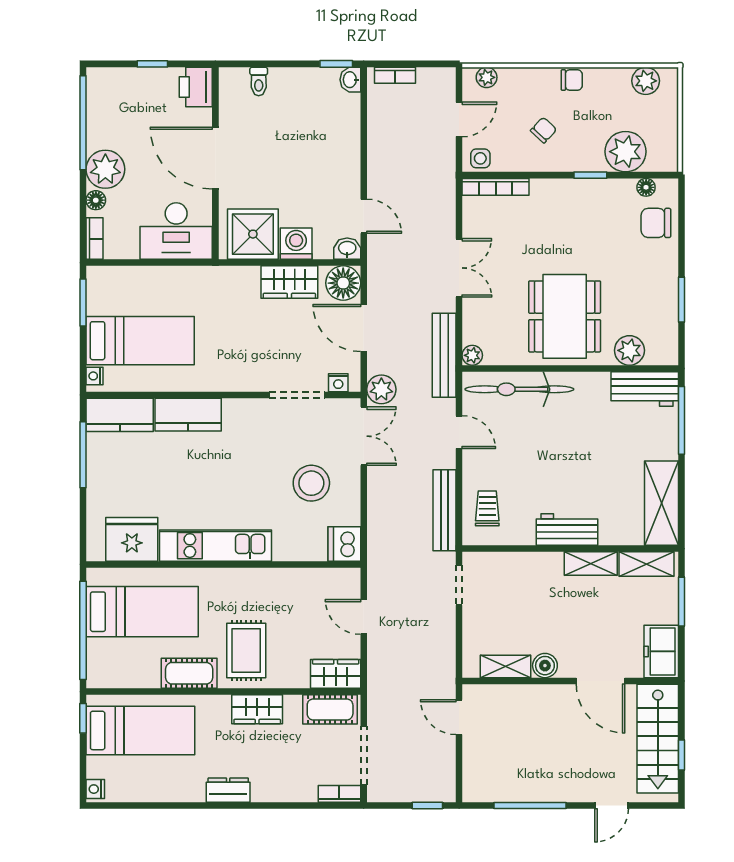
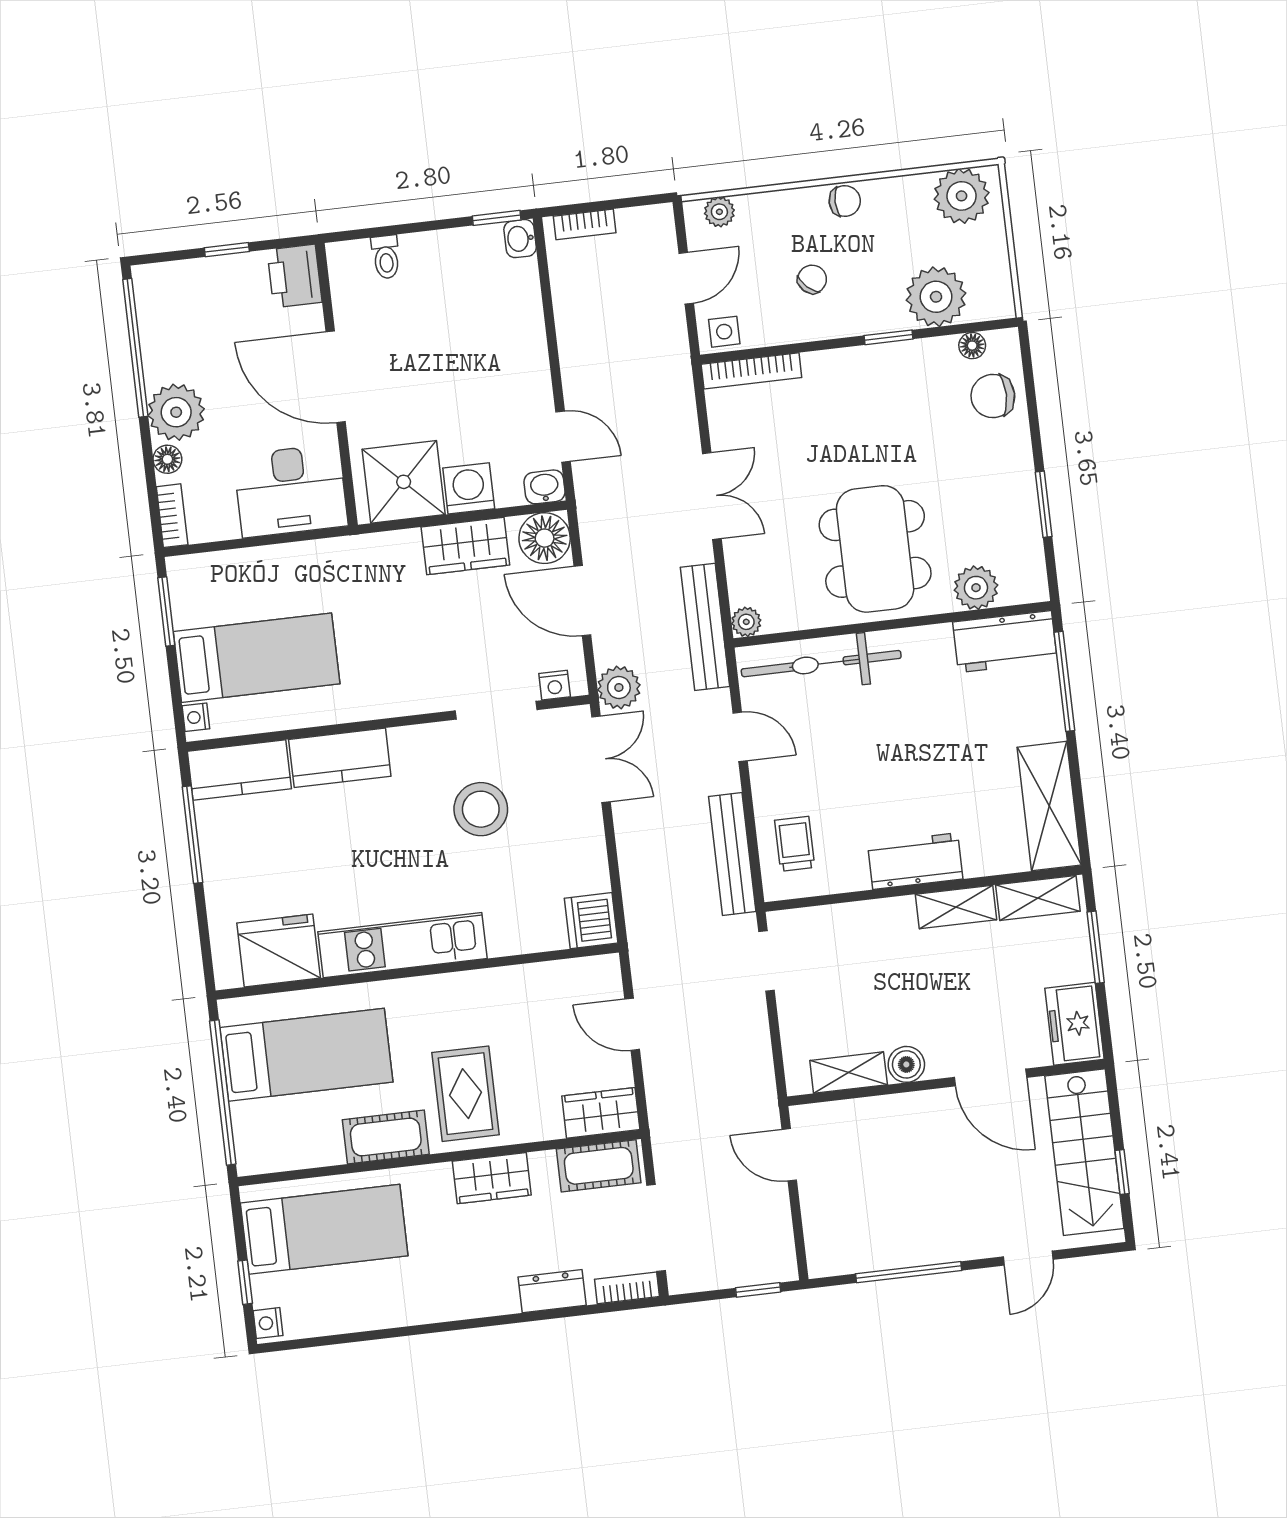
plant: (646, 81) -> (962, 196), width x1.36, depth x1.36
stool: (311, 483) -> (481, 809), moved
window: (83, 718) -> (245, 1282), moved
dresser: (228, 790) -> (552, 1291), moved

